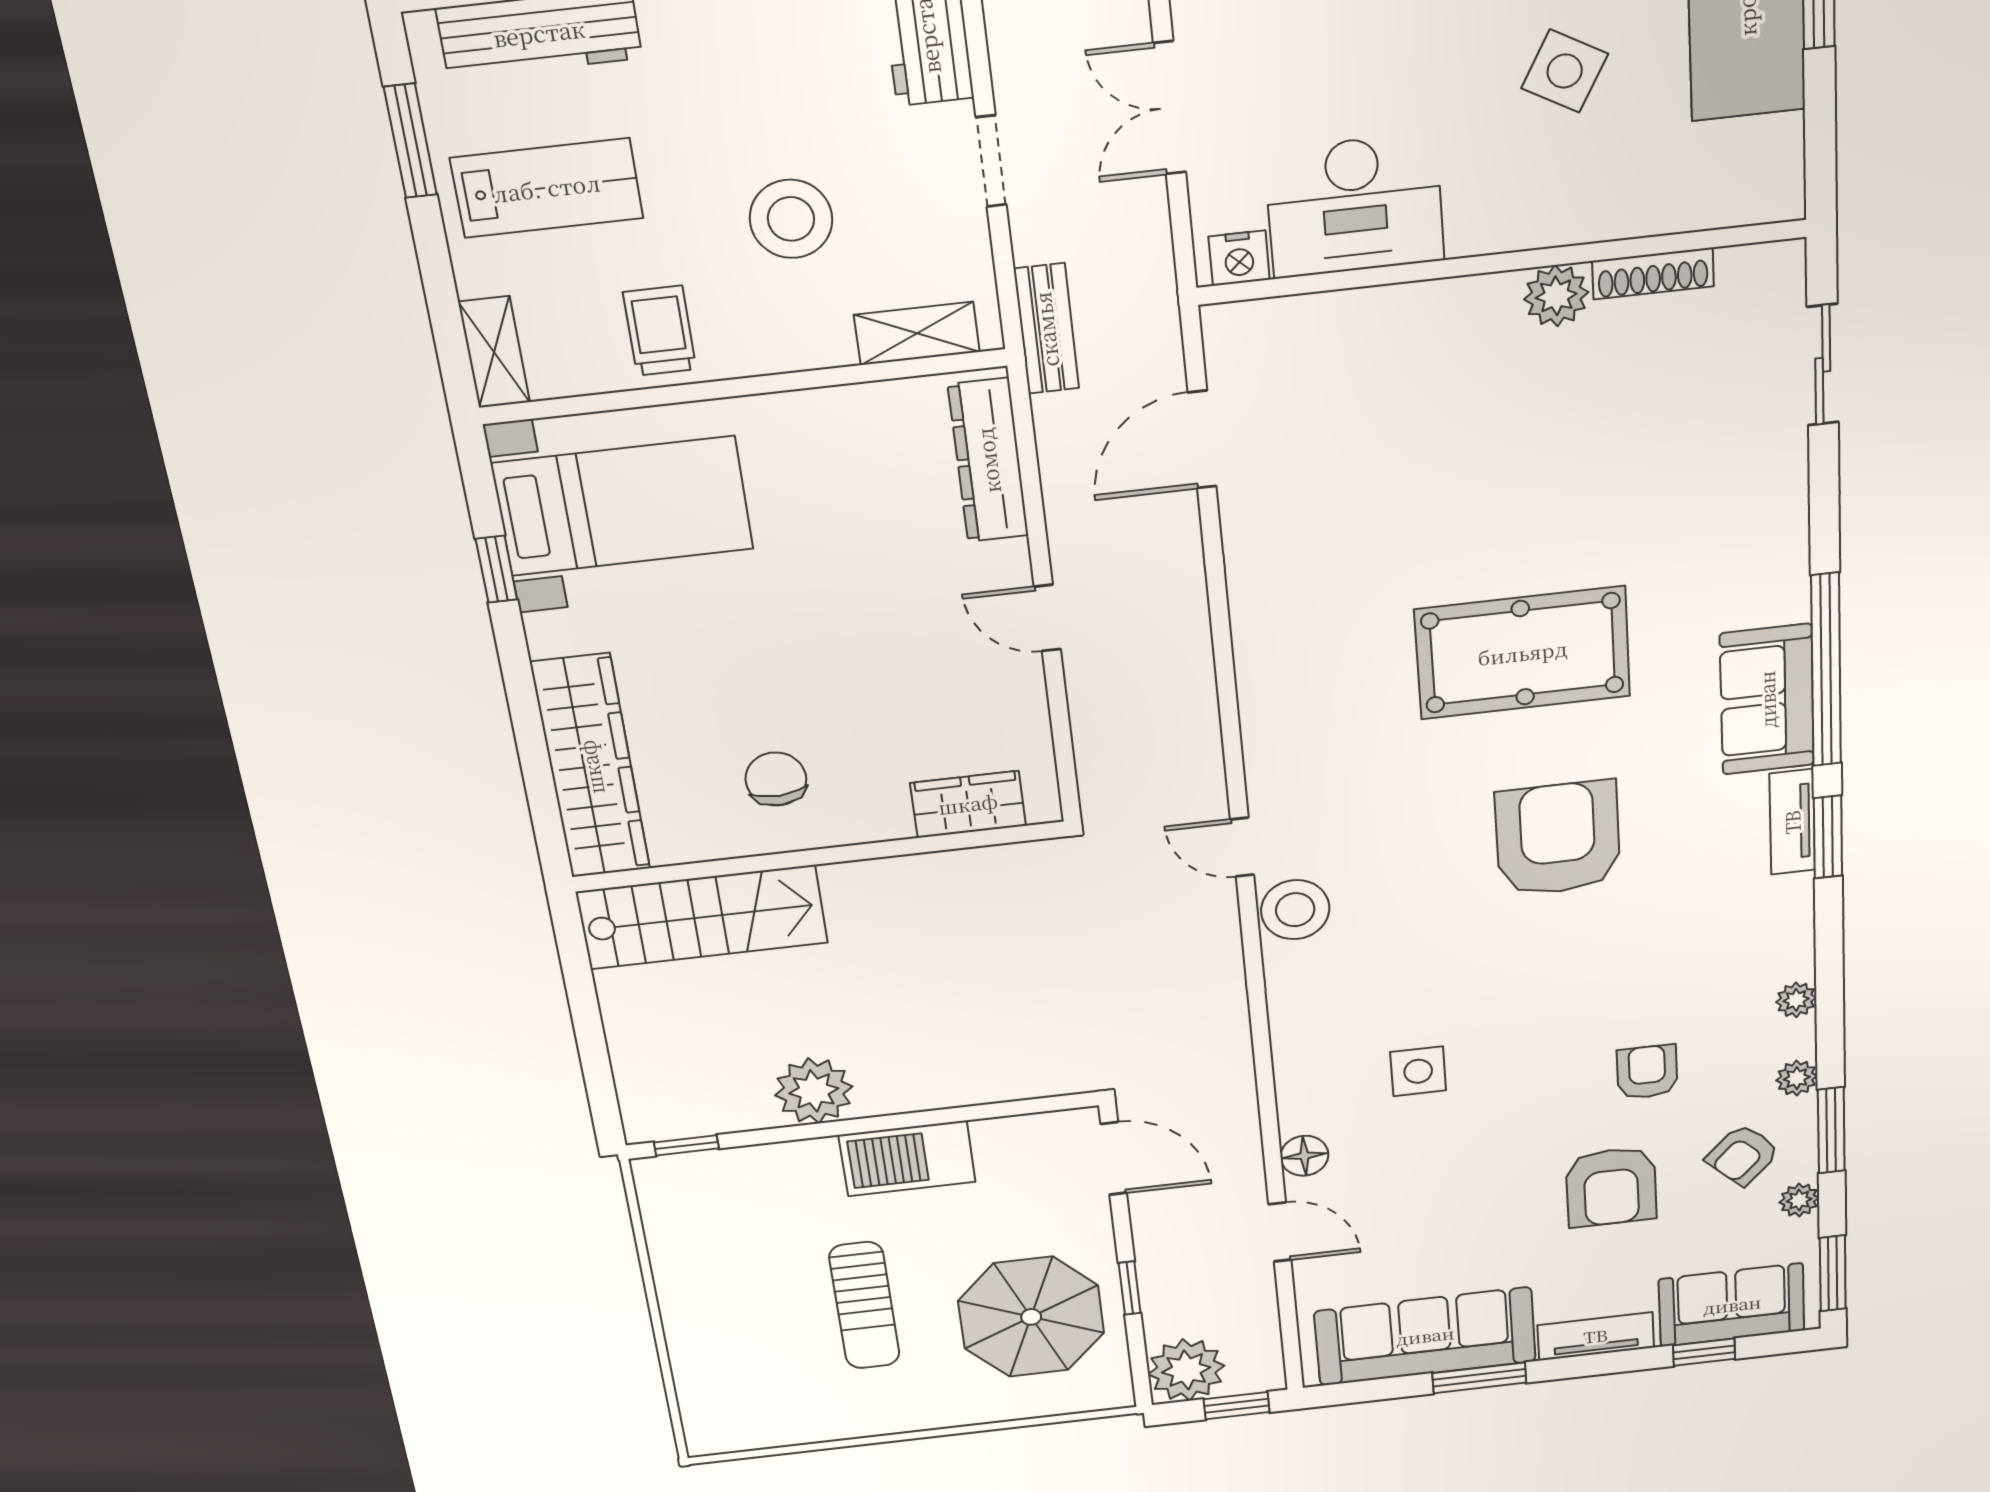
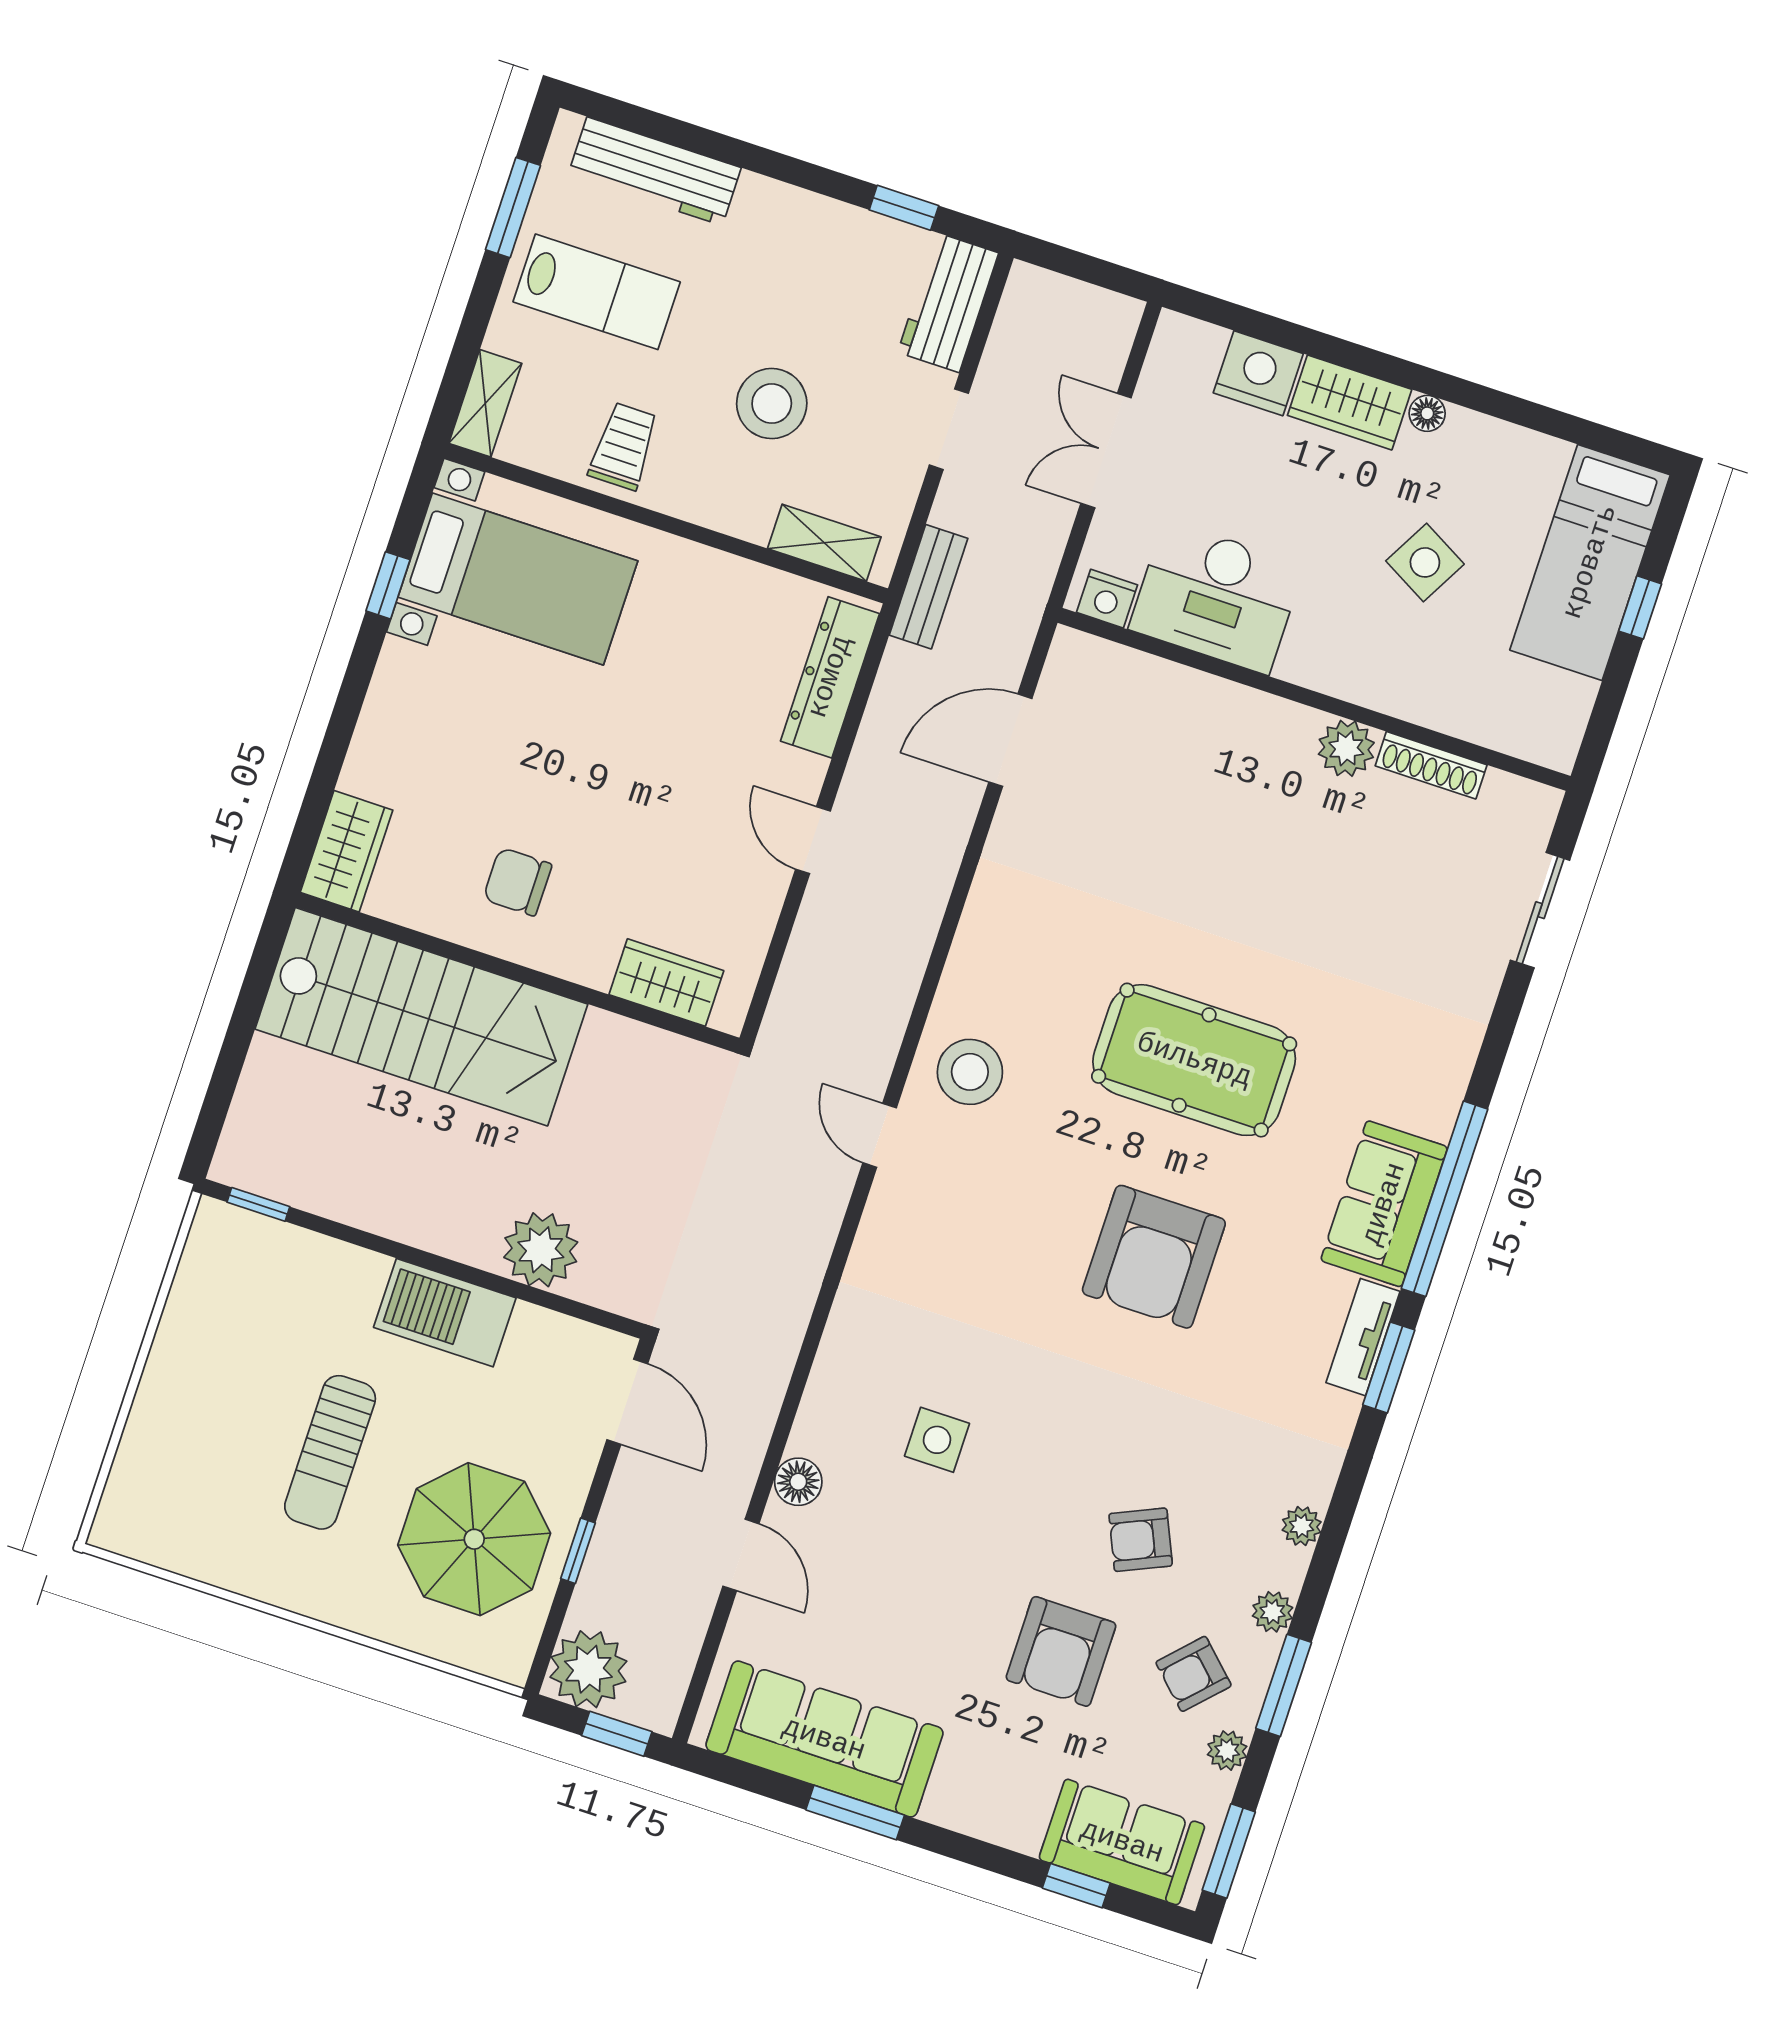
wardrobe: (591, 767) -> (347, 851), width x0.48, depth x0.85
chair: (776, 779) -> (517, 882), turned -87
armchair: (1558, 839) -> (1154, 1257), turned 180
stool: (1295, 910) -> (970, 1072), moved
stairs: (702, 917) -> (421, 1017), width x1.36, depth x1.51
armchair: (1647, 1072) -> (1141, 1540), turned -114
plant: (814, 1091) -> (541, 1250), moved
tv unit: (1596, 1336) -> (982, 1817), removed

